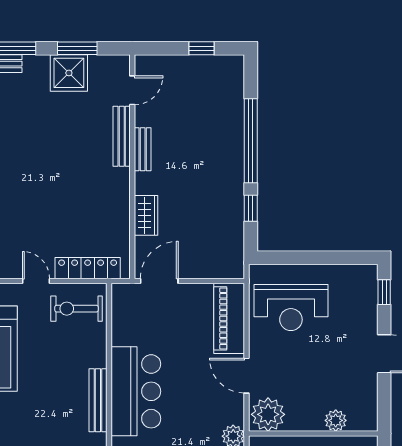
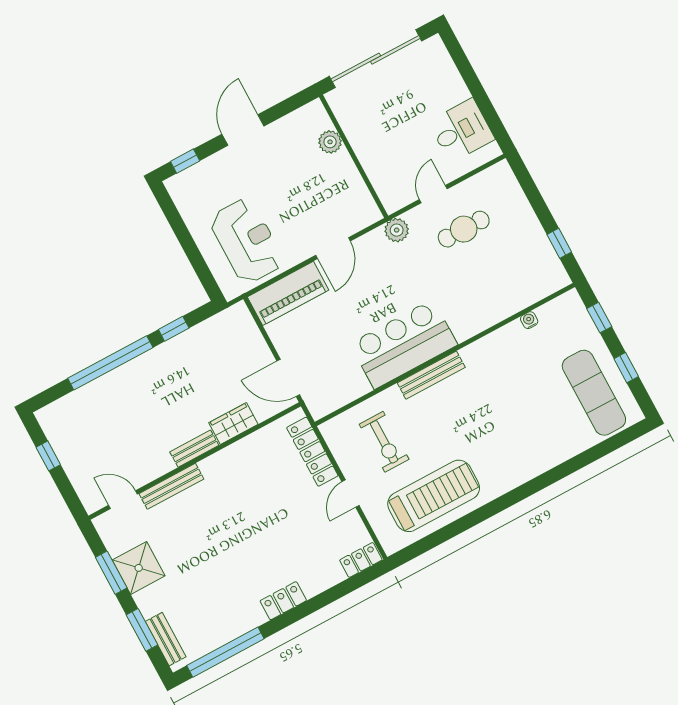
bench: (143, 149) -> (194, 449), moved
exercise bike: (76, 309) -> (384, 442), moved
plant: (268, 414) -> (359, 208), removed

